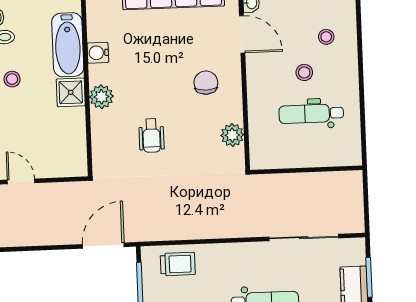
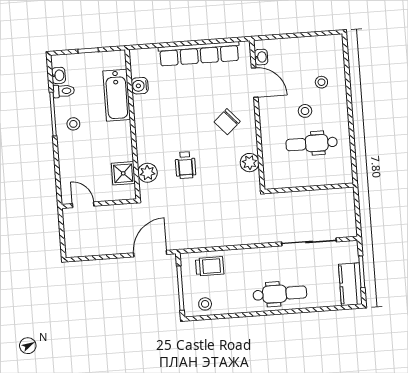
water cooler: (98, 53) -> (140, 86), moved
chair: (206, 83) -> (227, 122), turned -132
shower: (71, 92) -> (123, 173), moved
plant: (101, 97) -> (148, 173), moved

